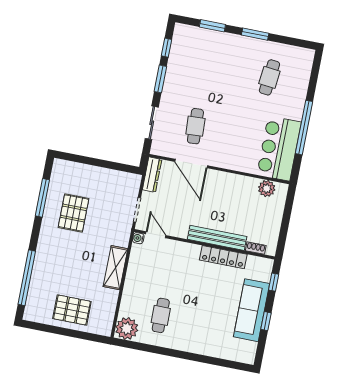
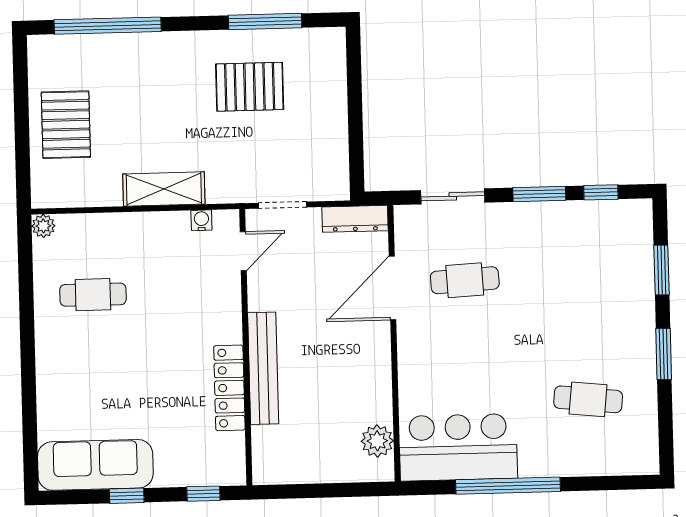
water cooler: (138, 238) -> (201, 220), moved
shoe rack: (256, 248) -> (260, 445), removed
sofa: (252, 310) -> (95, 465), moved
plant: (127, 329) -> (43, 226), width x0.53, depth x0.53

